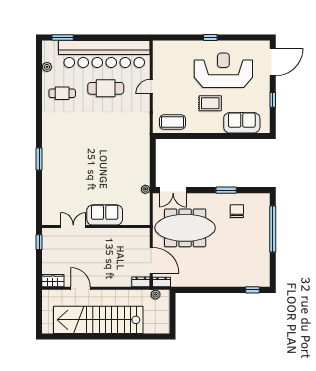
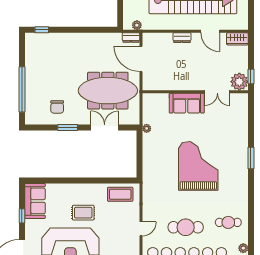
sofa: (242, 123) -> (35, 201), moved, turned -90
grand piano: (93, 151) -> (198, 166), added
double door: (173, 190) -> (105, 128), moved
plant: (51, 237) -> (239, 82), added
dresser: (141, 282) -> (182, 38), moved

